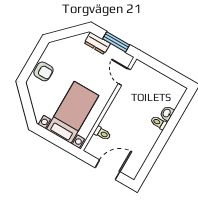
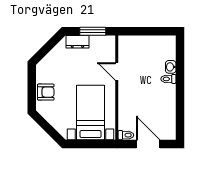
door: (124, 77) -> (117, 71), moved
toilet: (102, 133) -> (126, 135), moved
door: (107, 170) -> (148, 144), hinge flipped

